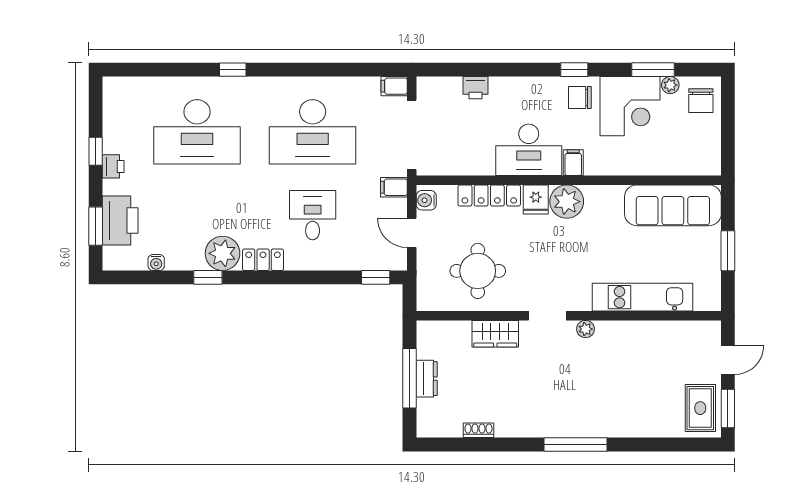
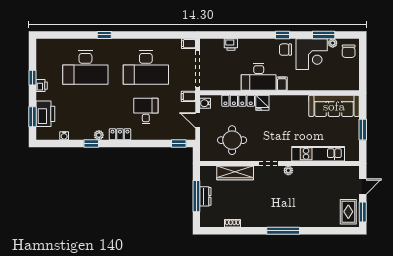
plant: (567, 202) -> (279, 104), removed
plant: (223, 253) -> (99, 135), width x0.53, depth x0.53
wardrobe: (495, 334) -> (235, 173), width x1.50

